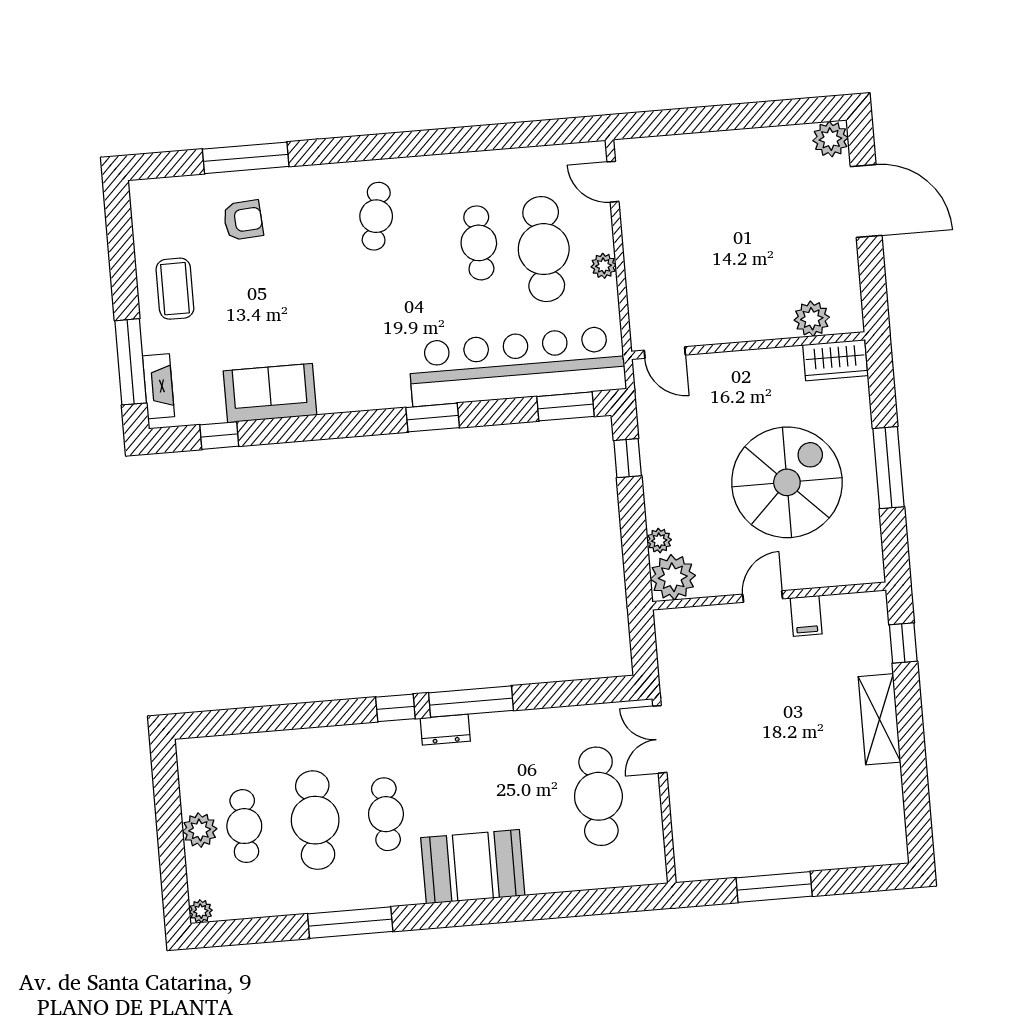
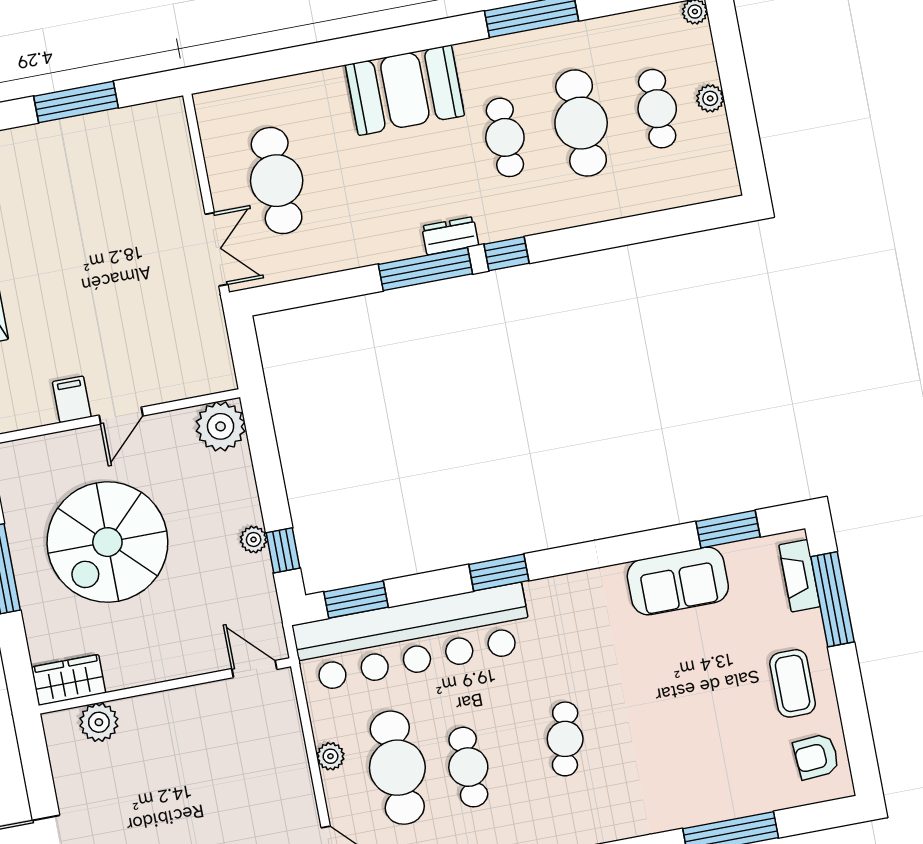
cafe table: (376, 216) -> (565, 739), moved
armchair: (243, 220) -> (816, 757), moved
window: (219, 436) -> (728, 529), width x1.50
plant: (659, 541) -> (254, 540), moved
plant: (200, 830) -> (710, 98), width x0.73, depth x0.73

